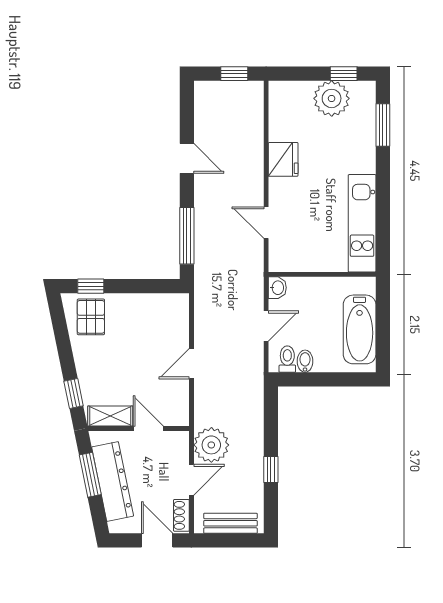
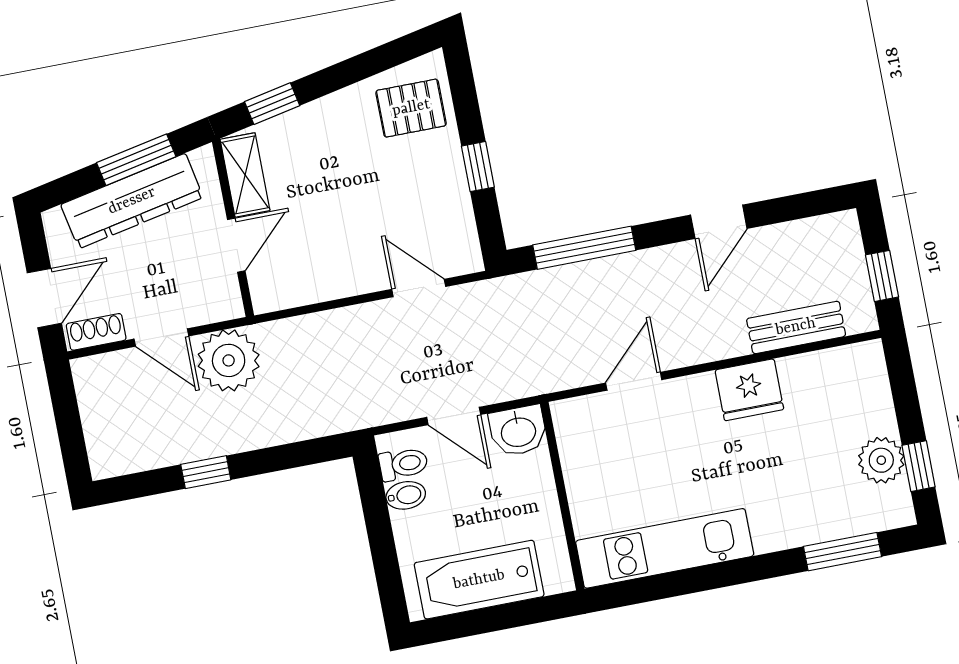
plant: (332, 98) -> (881, 460), width x0.73, depth x0.73
window: (91, 286) -> (478, 167), moved
washbasin: (277, 288) -> (518, 431), width x1.38, depth x1.45
door: (191, 364) -> (419, 288), moved
bench: (230, 523) -> (796, 327), moved, turned 90

